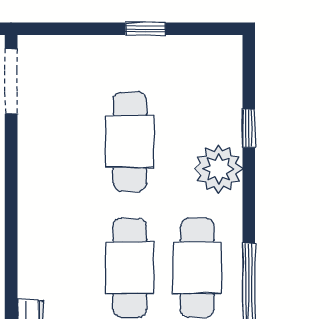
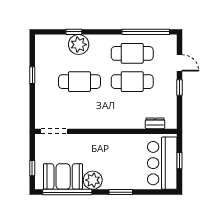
plant: (218, 169) -> (79, 45), moved

